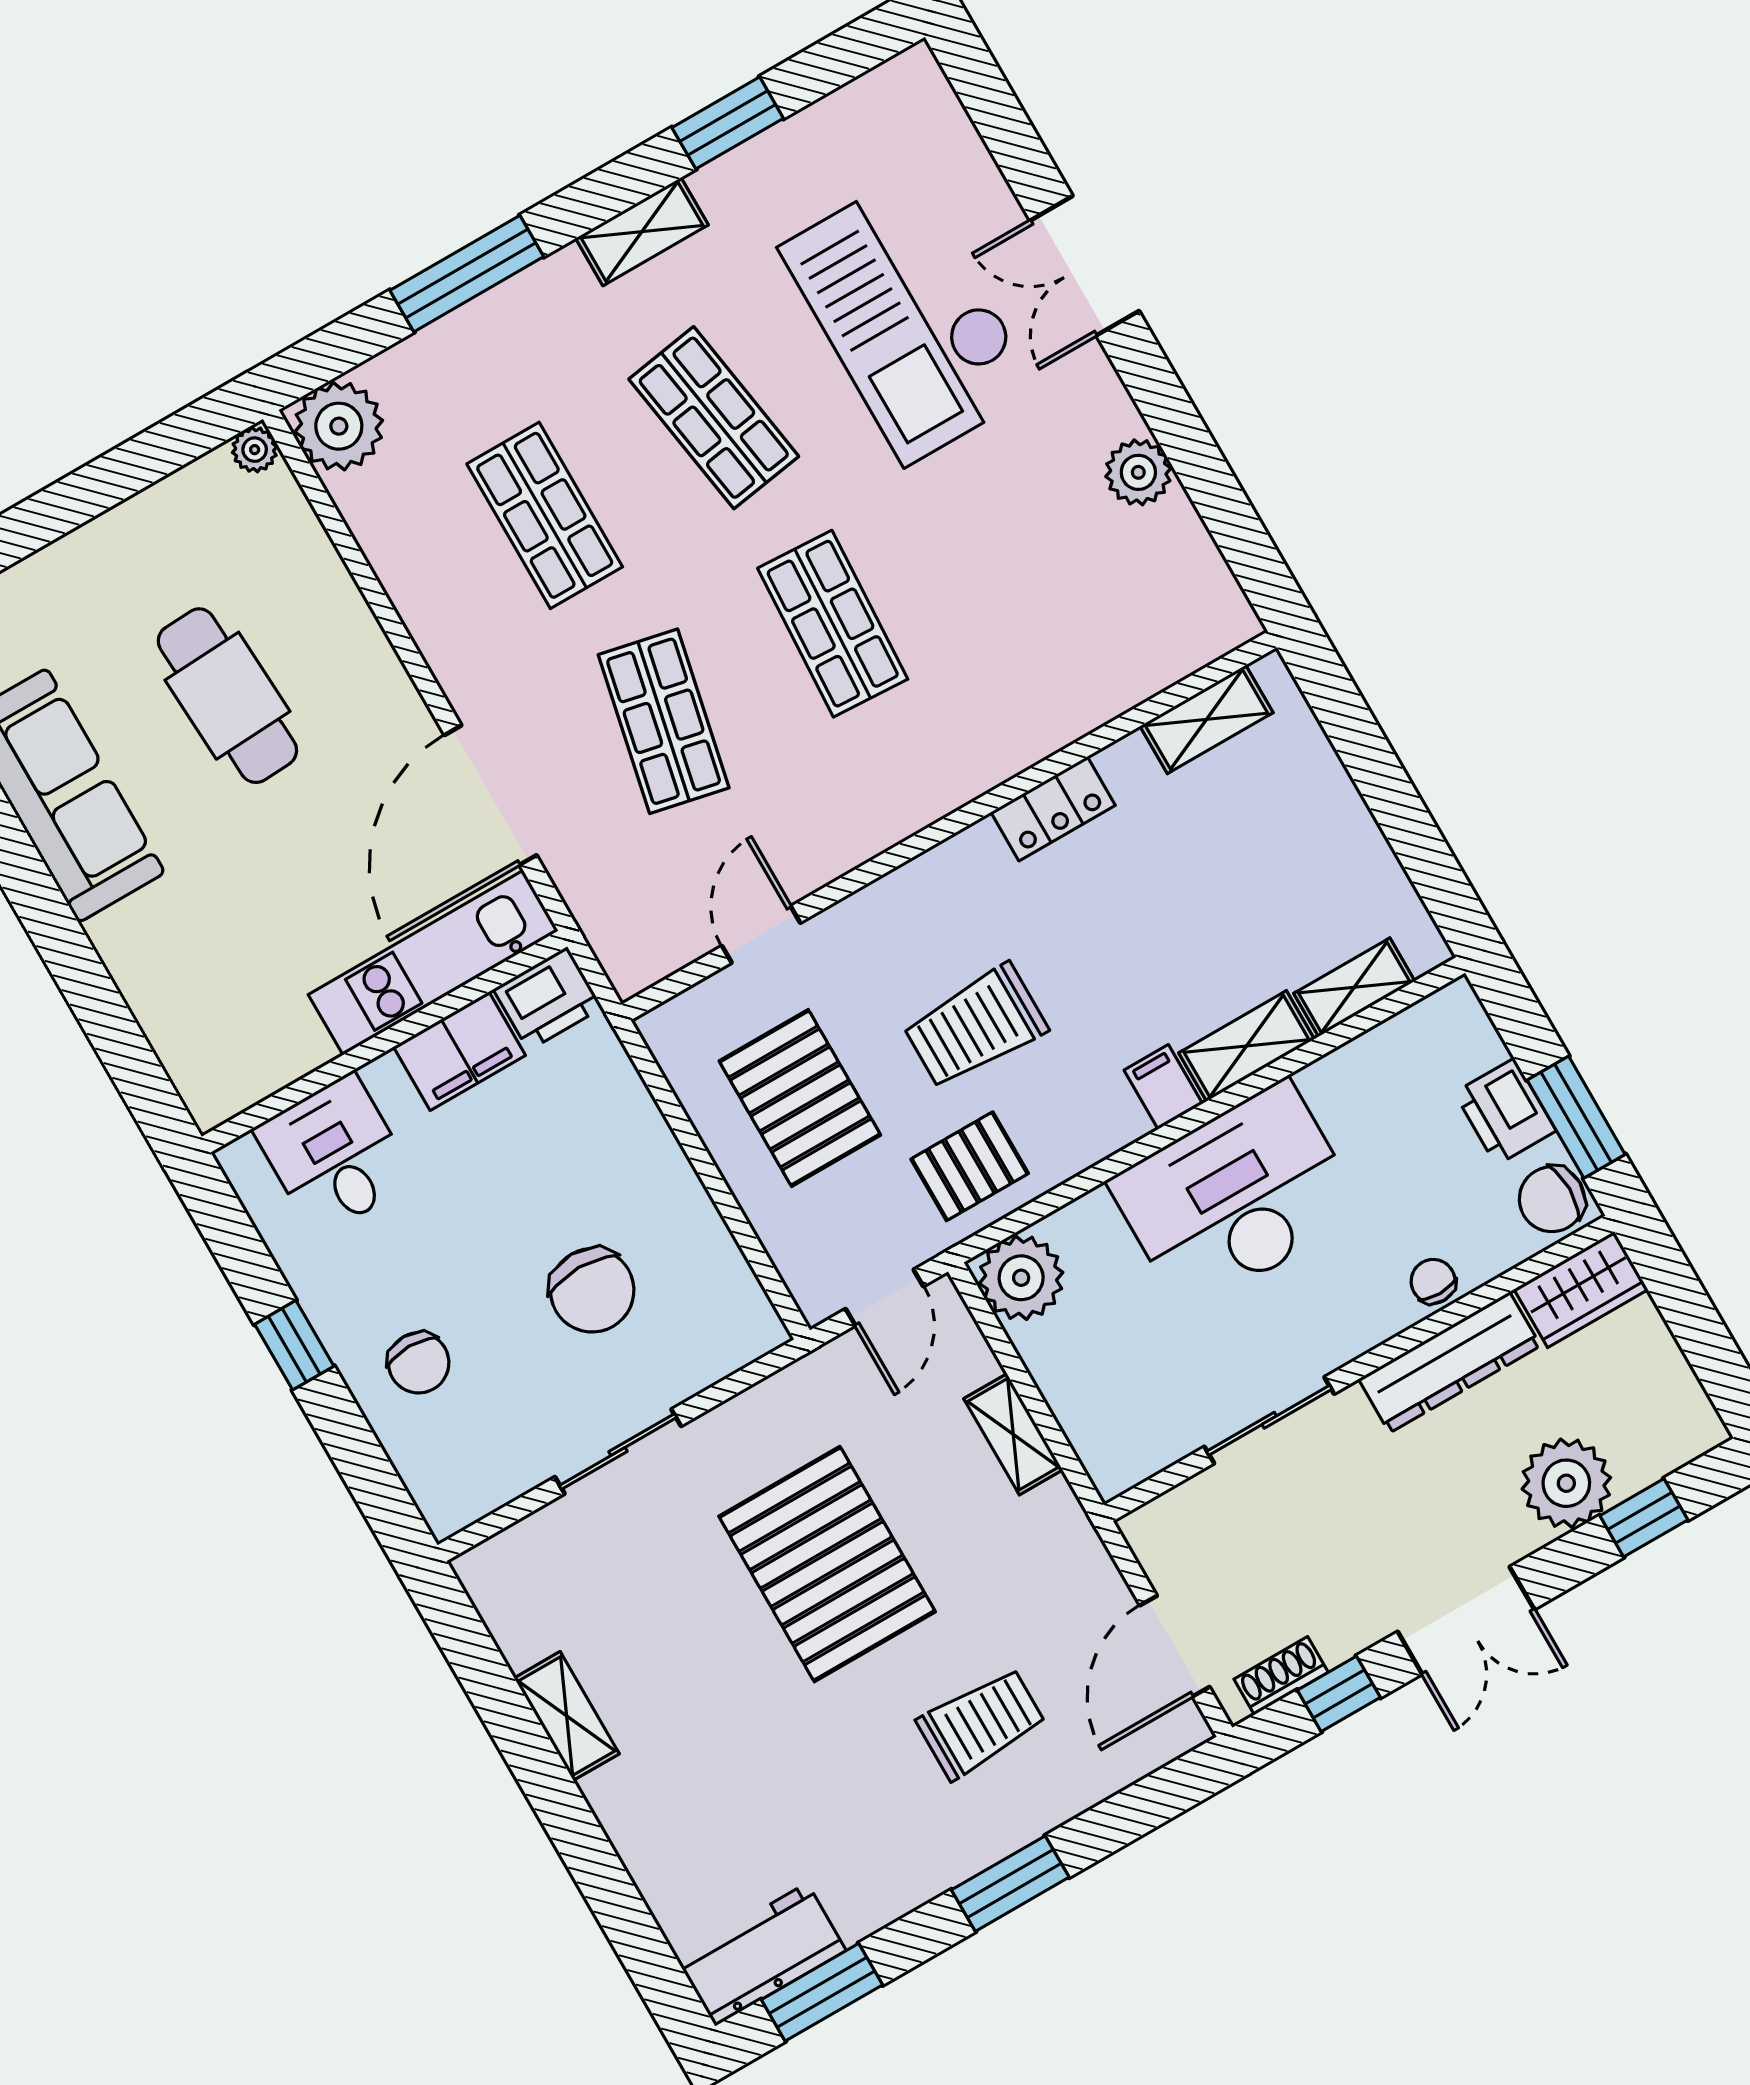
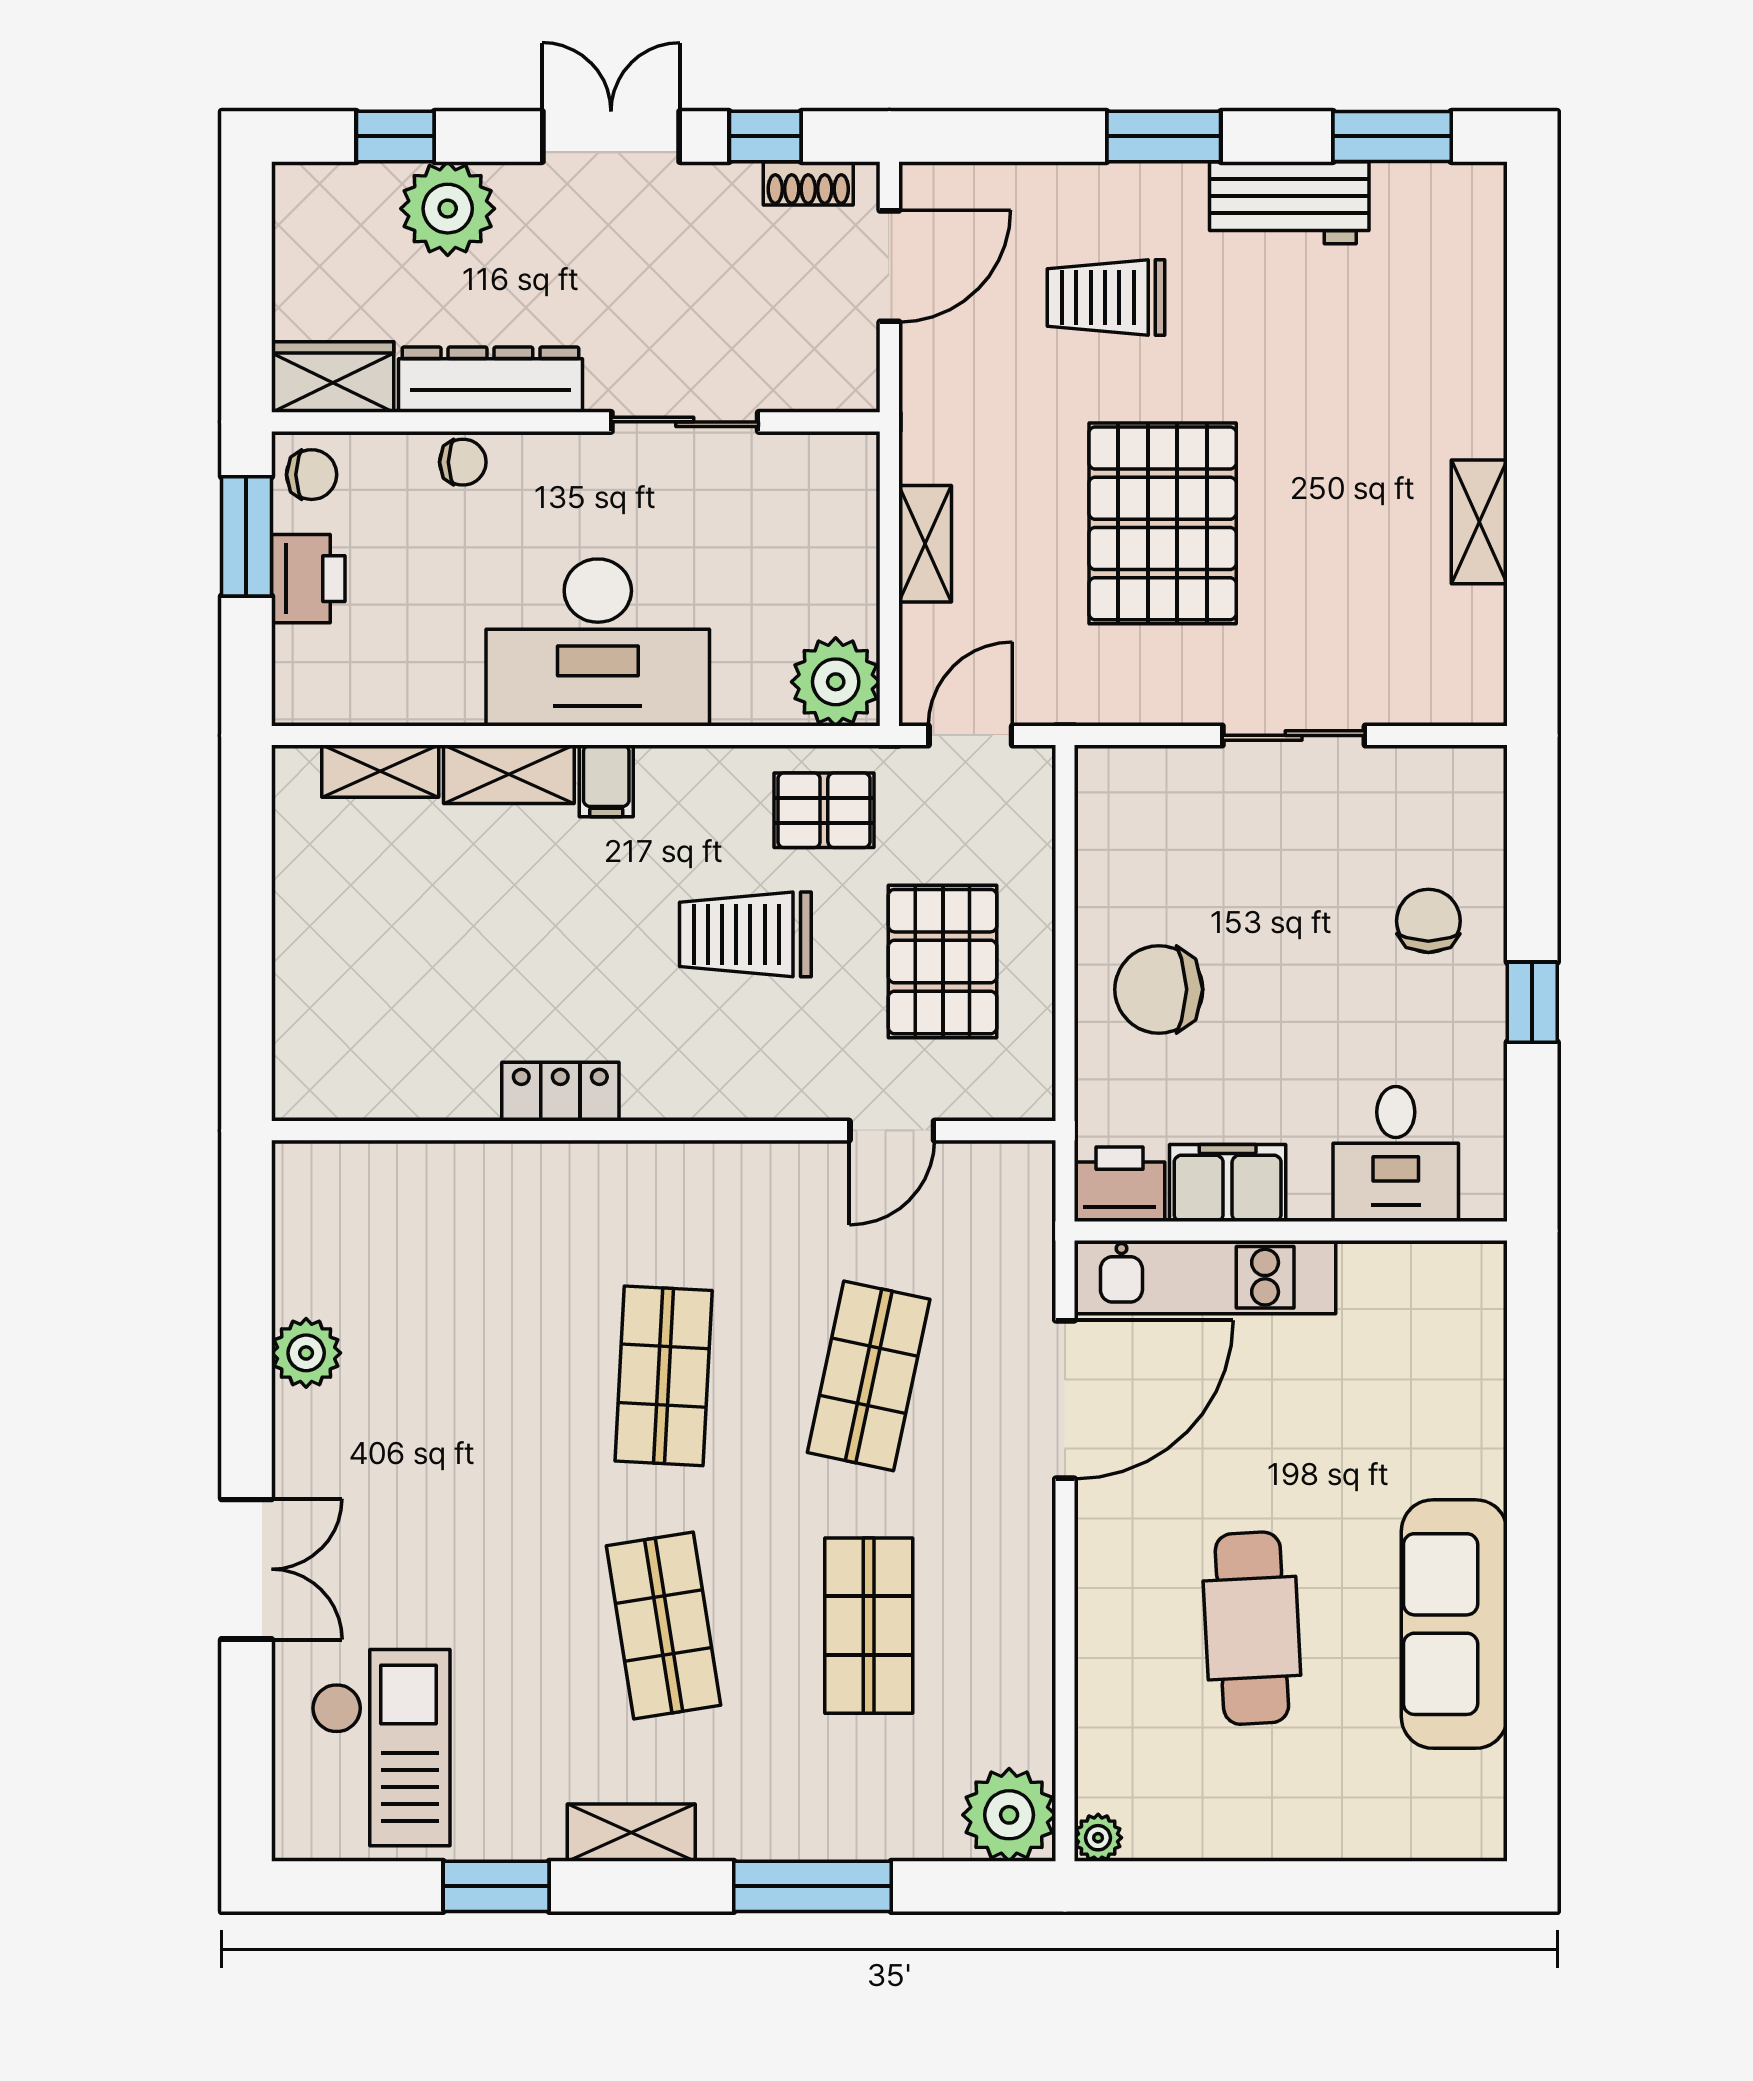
checkout: (909, 318) -> (381, 1748), moved, width x0.73, depth x0.83
shelving: (1207, 719) -> (374, 1092), removed
trolley: (975, 1027) -> (745, 934), turned 180
chair: (1552, 1199) -> (312, 475), width x0.73, depth x0.73
chair: (1433, 1281) -> (463, 462), turned -90
chair: (592, 1290) -> (1159, 989), moved, turned -90
workbench: (761, 1955) -> (1289, 203), moved

